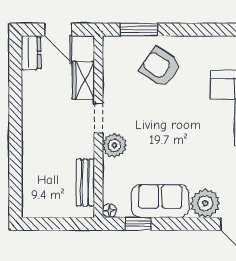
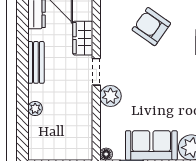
plant: (30, 159) -> (35, 108), added
bench: (85, 182) -> (36, 62), moved

